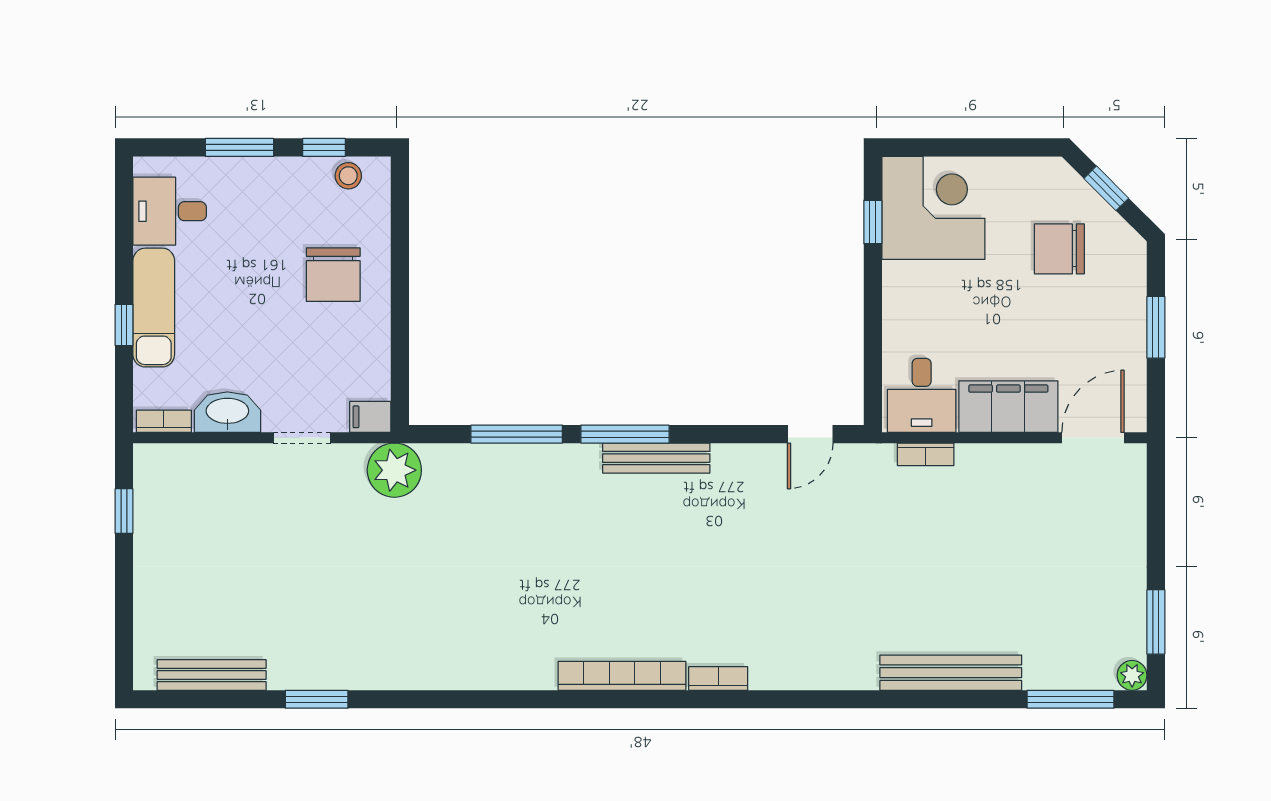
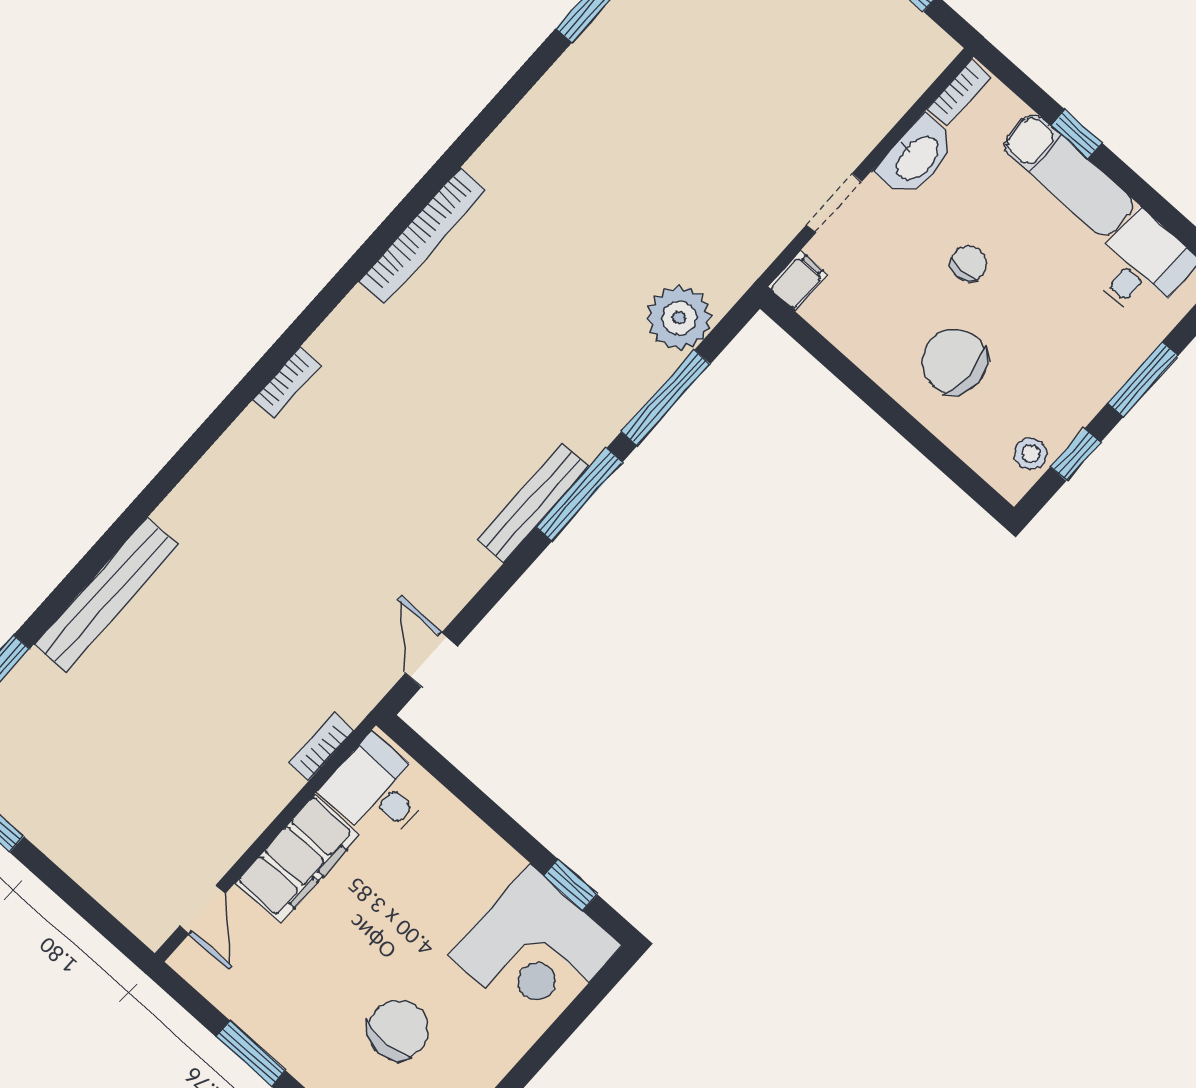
chair: (264, 320) -> (969, 263), added
door: (1093, 438) -> (203, 909), width x0.73
plant: (394, 470) -> (679, 318), moved
bookcase: (622, 676) -> (423, 235), moved

